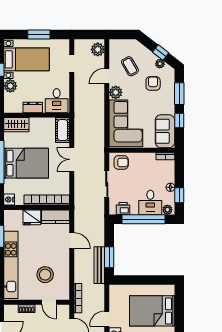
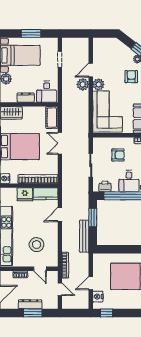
plant: (98, 49) -> (83, 84), moved
coffee table: (130, 66) -> (111, 61), removed
armchair: (121, 162) -> (118, 155), moved
door: (72, 241) -> (60, 215), swing flipped
window: (109, 257) -> (93, 218), moved

